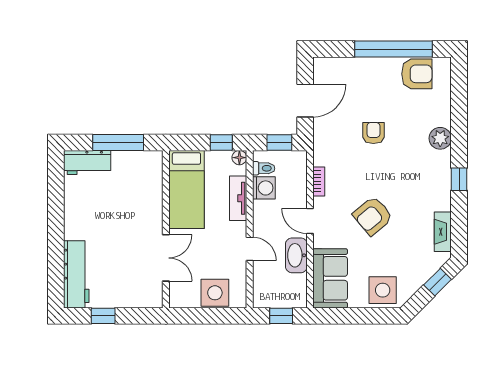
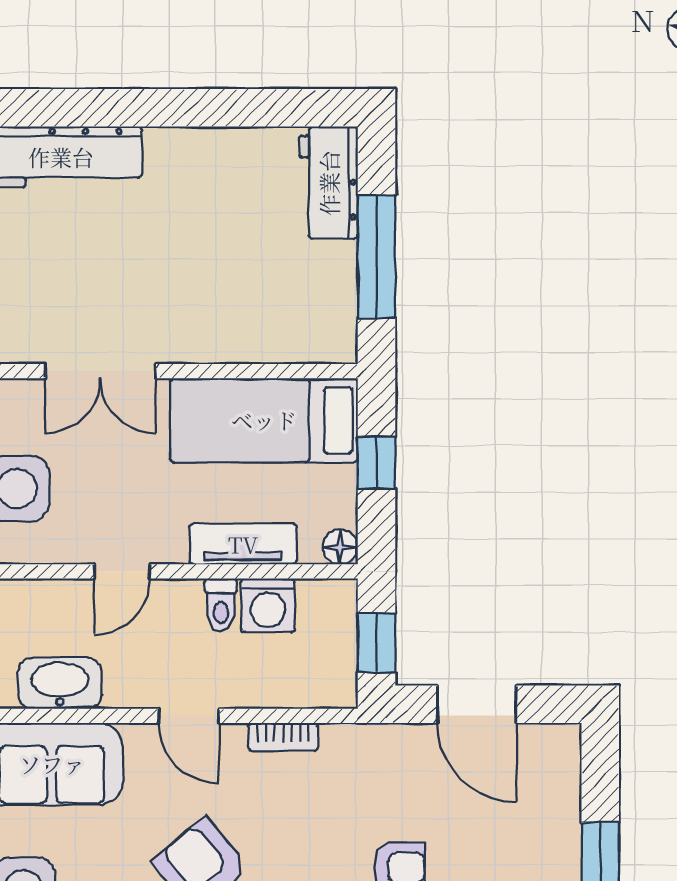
window: (221, 143) -> (376, 463), moved
toilet: (264, 168) -> (221, 605), moved
door: (310, 221) -> (189, 716), swing flipped
washbasin: (296, 255) -> (60, 683), moved

